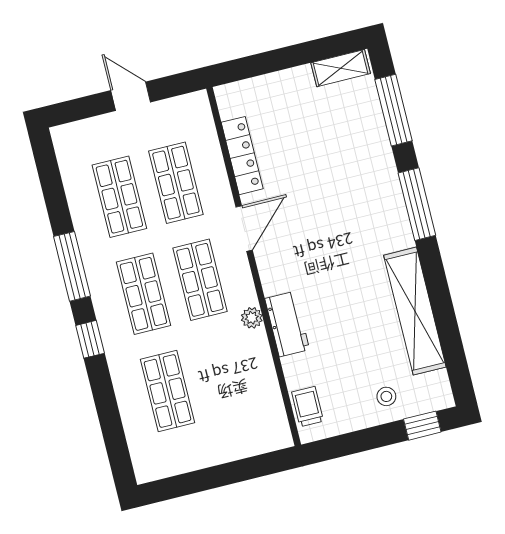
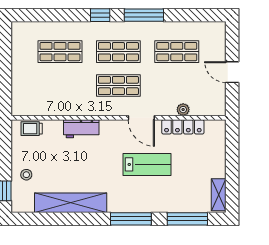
door: (131, 96) -> (232, 72), swing flipped
shop shelf: (176, 183) -> (177, 86), removed
lab bench: (320, 200) -> (147, 164), added
plant: (252, 318) -> (183, 110), moved
trolley: (307, 407) -> (32, 129), turned 180

